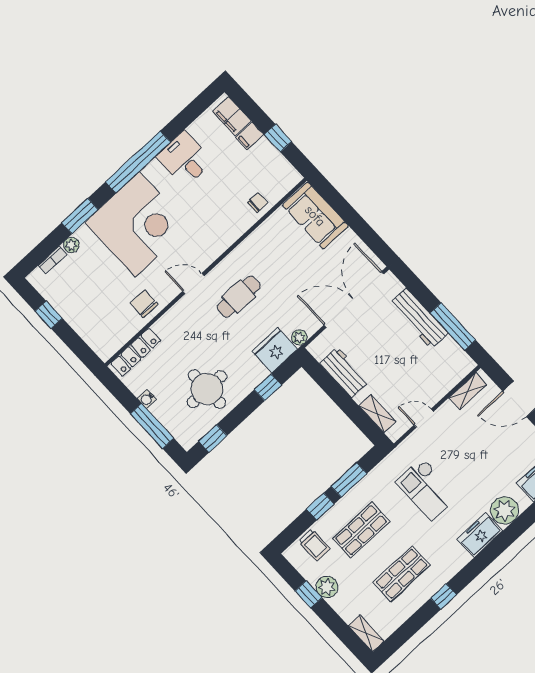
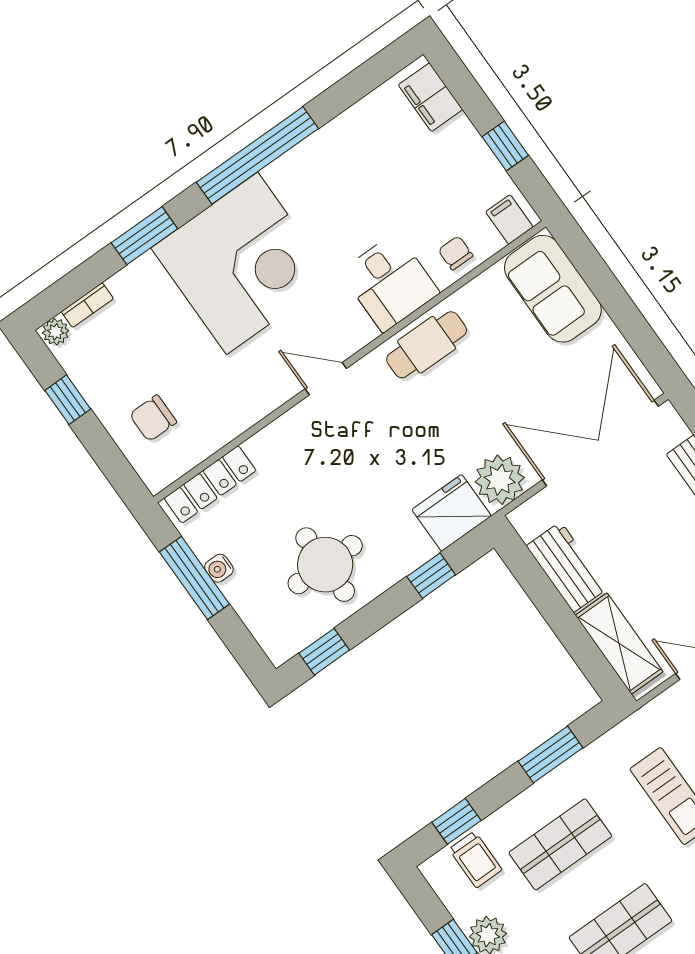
filing cabinet: (250, 136) -> (509, 219), moved, turned 90
desk: (185, 159) -> (390, 282), moved, turned 180
chair: (258, 203) -> (456, 253), turned -90
plant: (71, 245) -> (56, 332), moved
cafe table: (239, 296) -> (427, 345), moved
chair: (144, 304) -> (153, 418), moved, turned -90
plant: (299, 337) -> (500, 480), width x1.87, depth x1.87
shelving: (377, 414) -> (619, 644), width x1.50, depth x1.33
window: (152, 426) -> (194, 578), moved
window: (320, 507) -> (456, 821), moved

